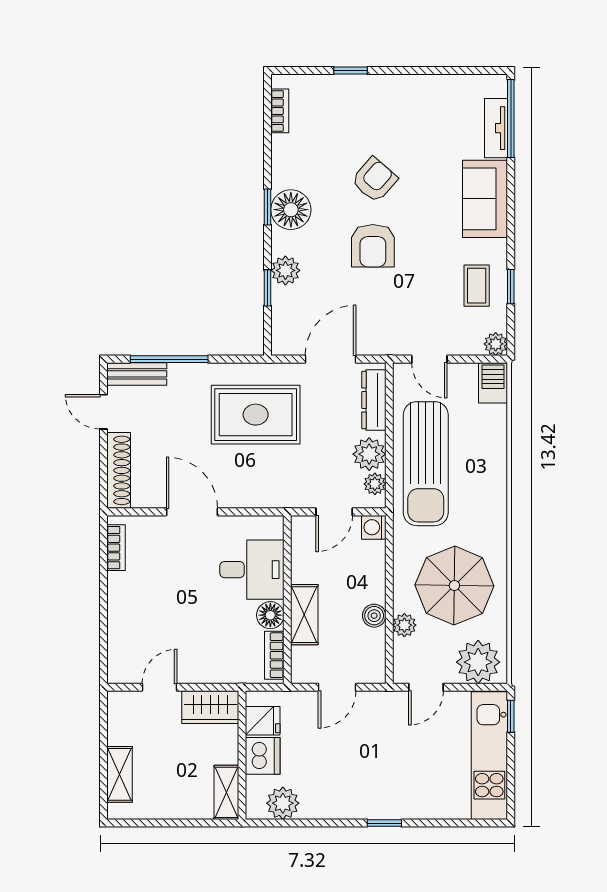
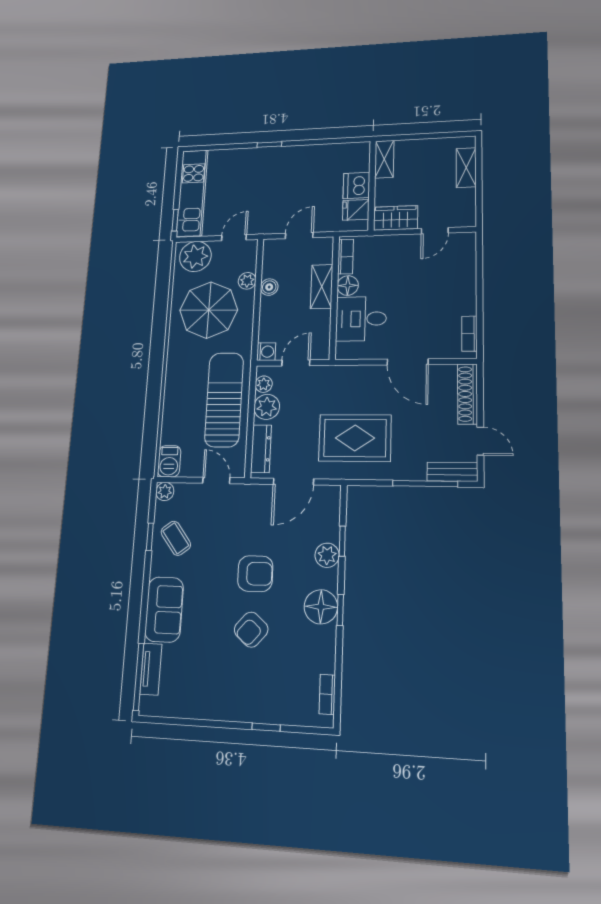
armchair: (373, 246) -> (255, 574), turned 90
coffee table: (477, 286) -> (176, 538), turned -37
plant: (283, 803) -> (342, 154), removed

